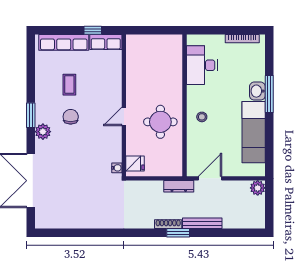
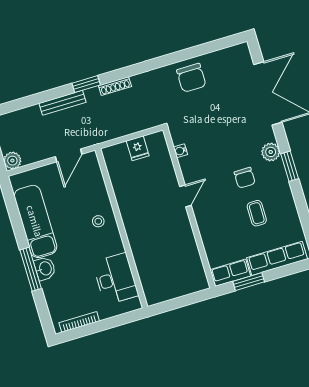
window: (93, 30) -> (249, 282), width x1.50
round table: (160, 122) -> (143, 202), removed
fridge: (135, 163) -> (138, 148), moved, turned -90
water cooler: (117, 168) -> (180, 151), moved
dresser: (179, 186) -> (101, 136), removed
chair: (90, 212) -> (191, 78), added
shoe rack: (168, 224) -> (115, 86), moved

